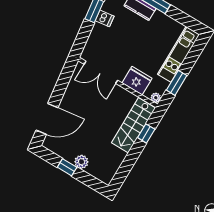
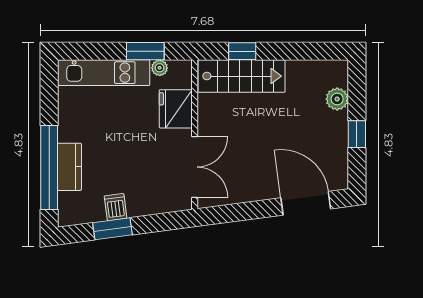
plant: (156, 98) -> (160, 68), moved
plant: (81, 162) -> (337, 99), moved

